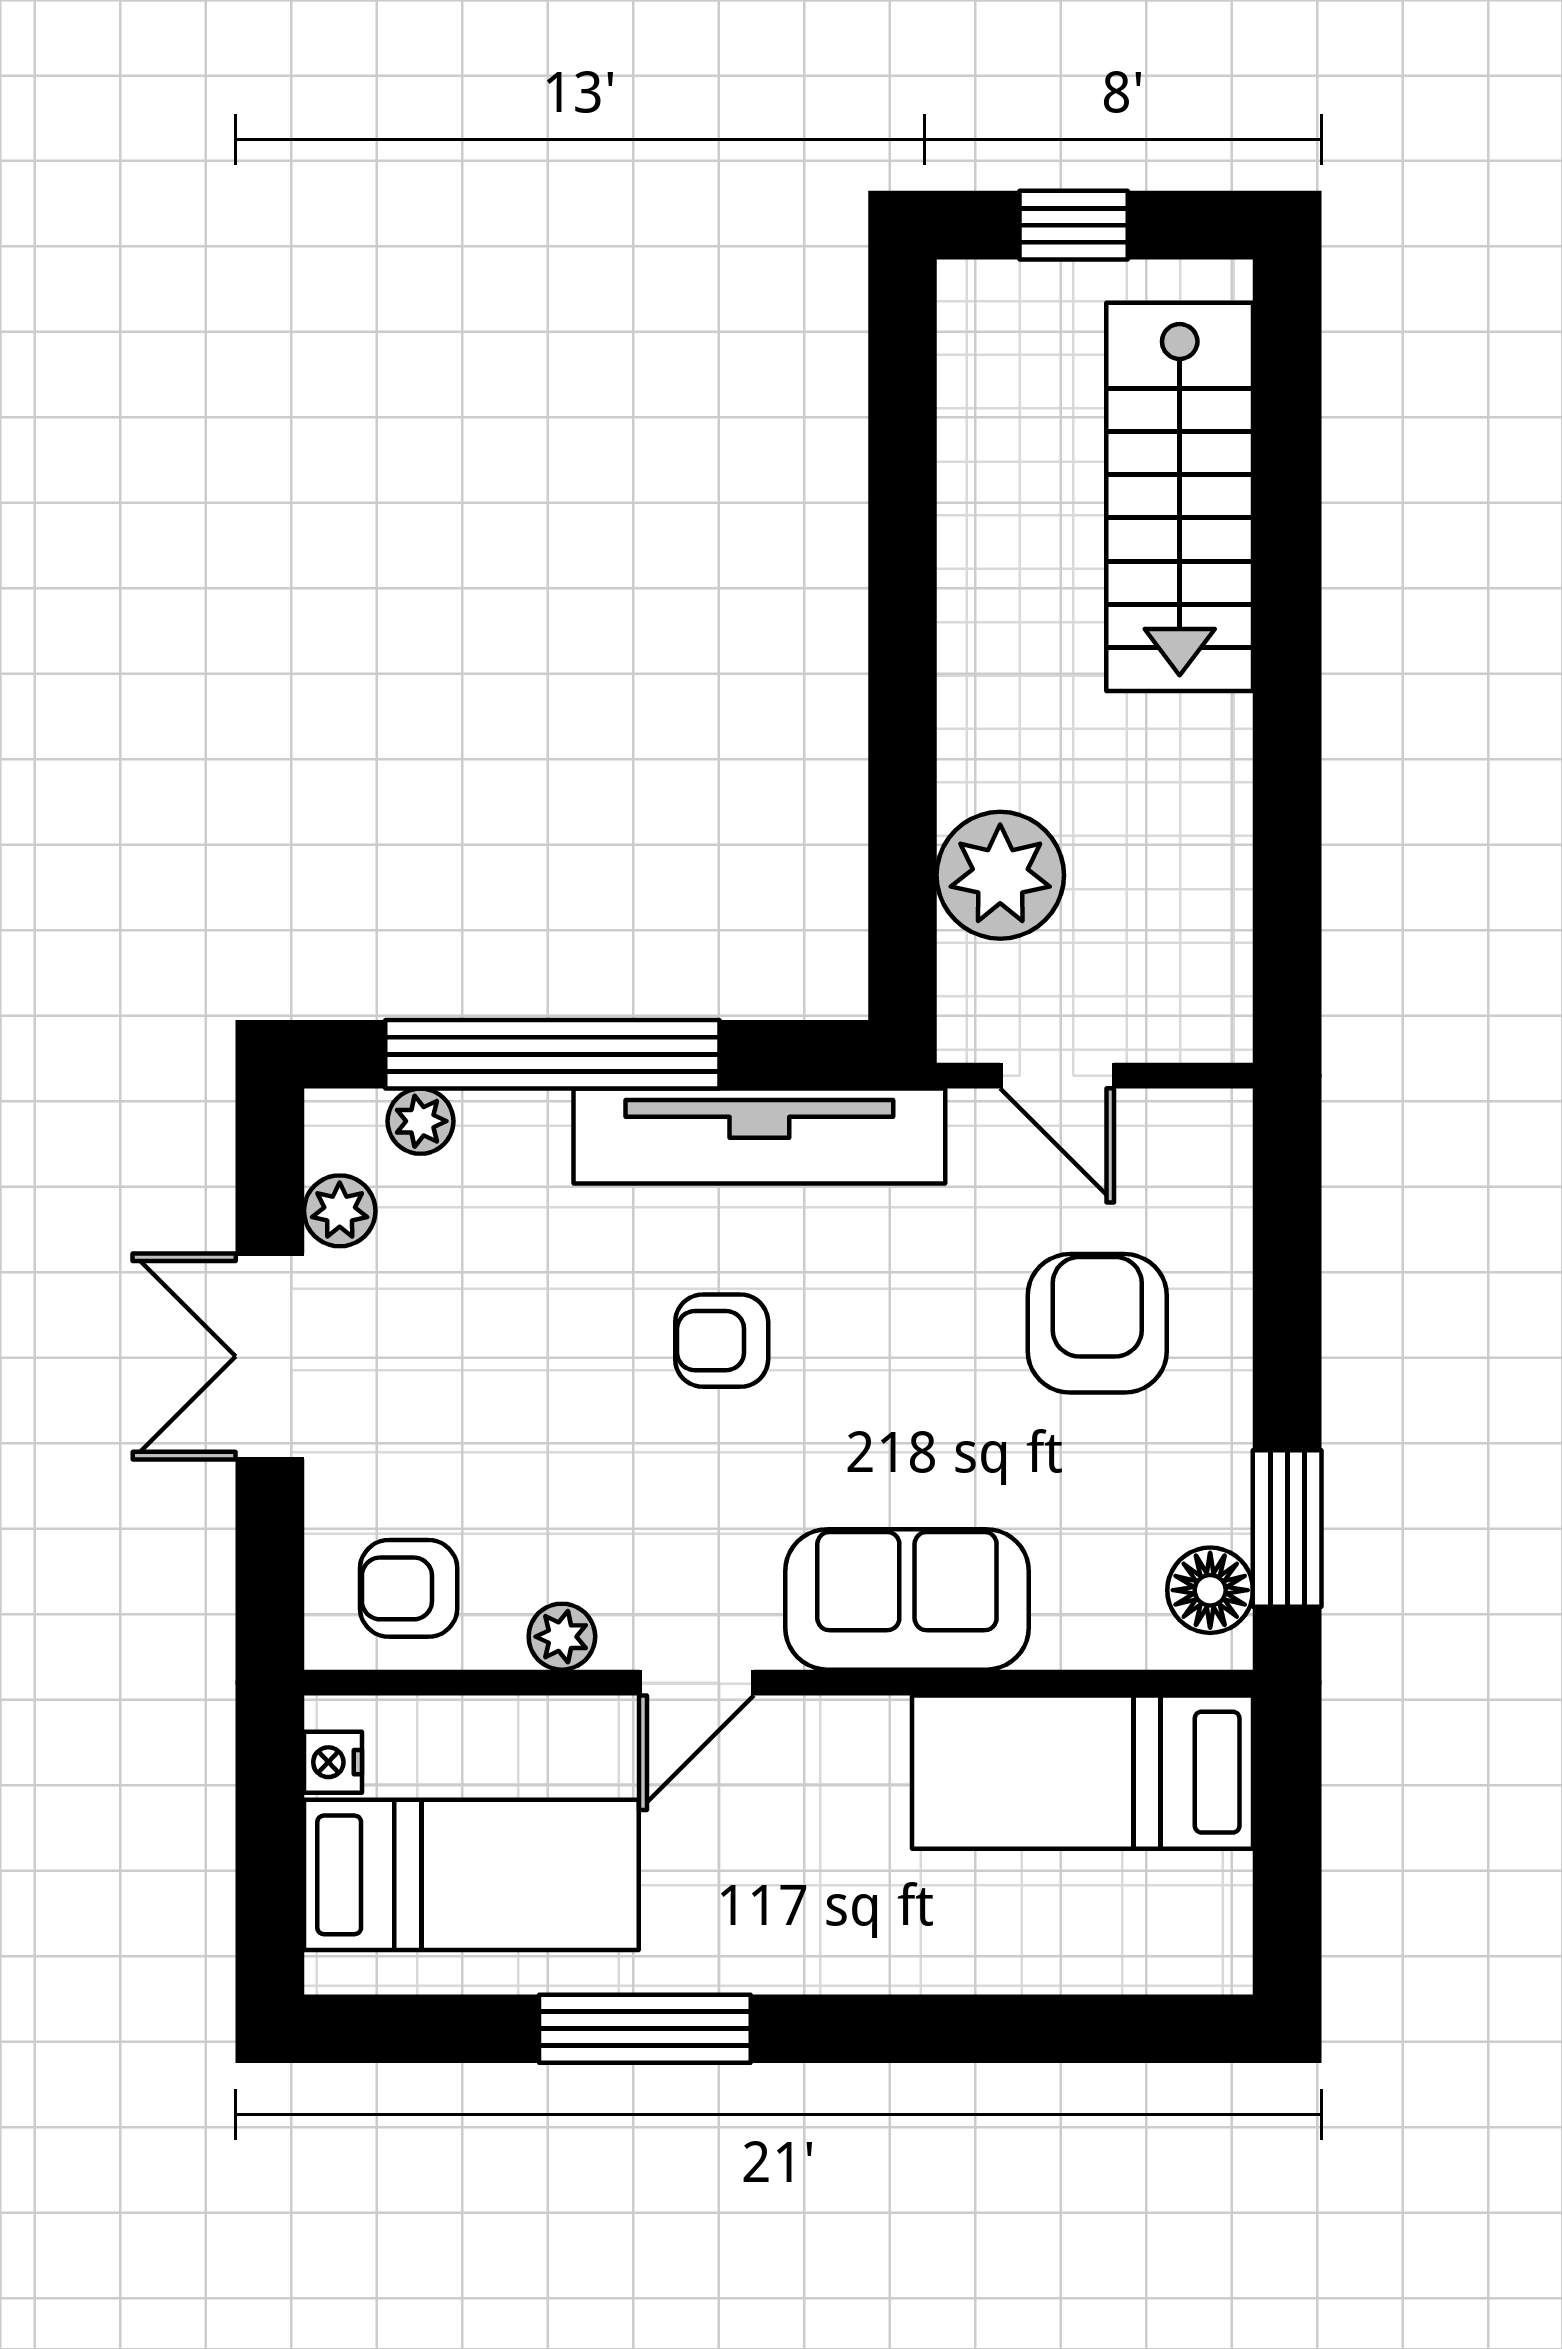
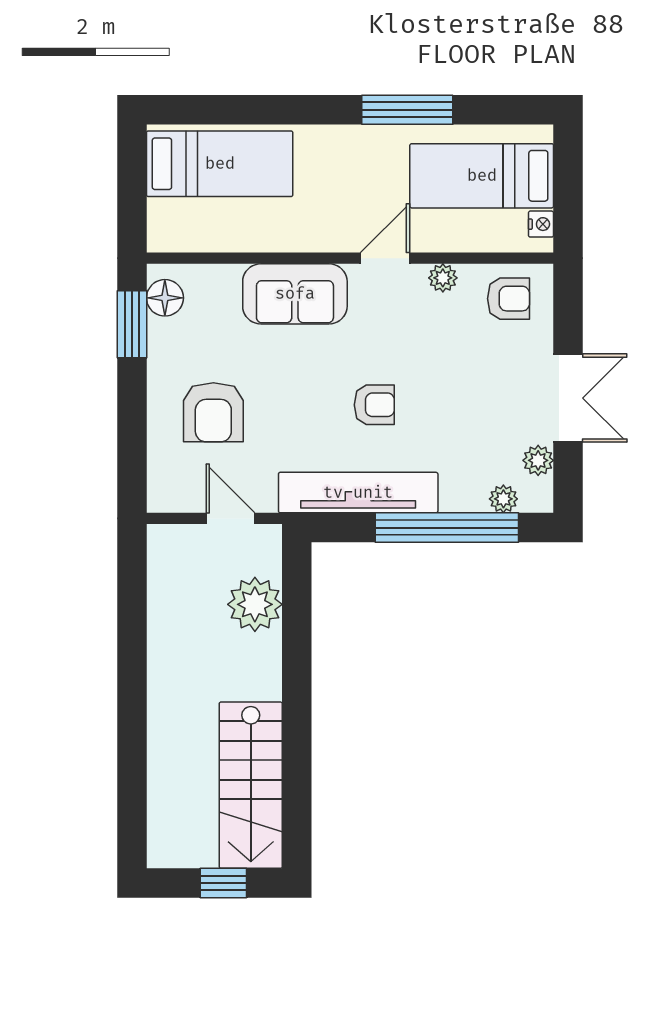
stairs: (1180, 497) -> (251, 785), moved, turned 180
bed: (1083, 1772) -> (220, 164), moved

